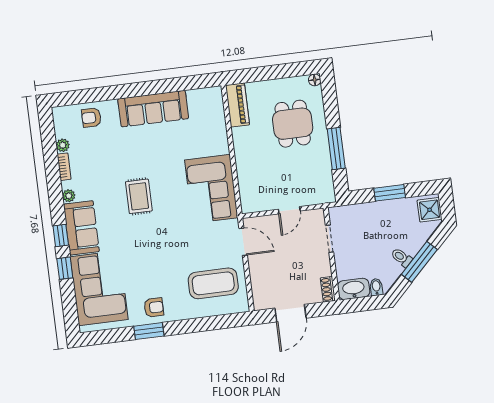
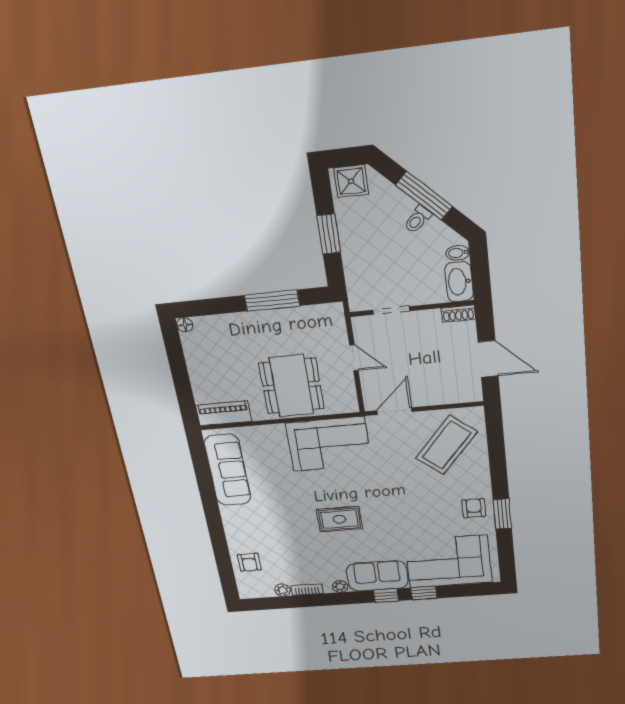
sofa: (153, 109) -> (228, 470), moved
dining table: (293, 124) -> (291, 386), moved, width x1.38
coffee table: (213, 283) -> (446, 445), turned 40

